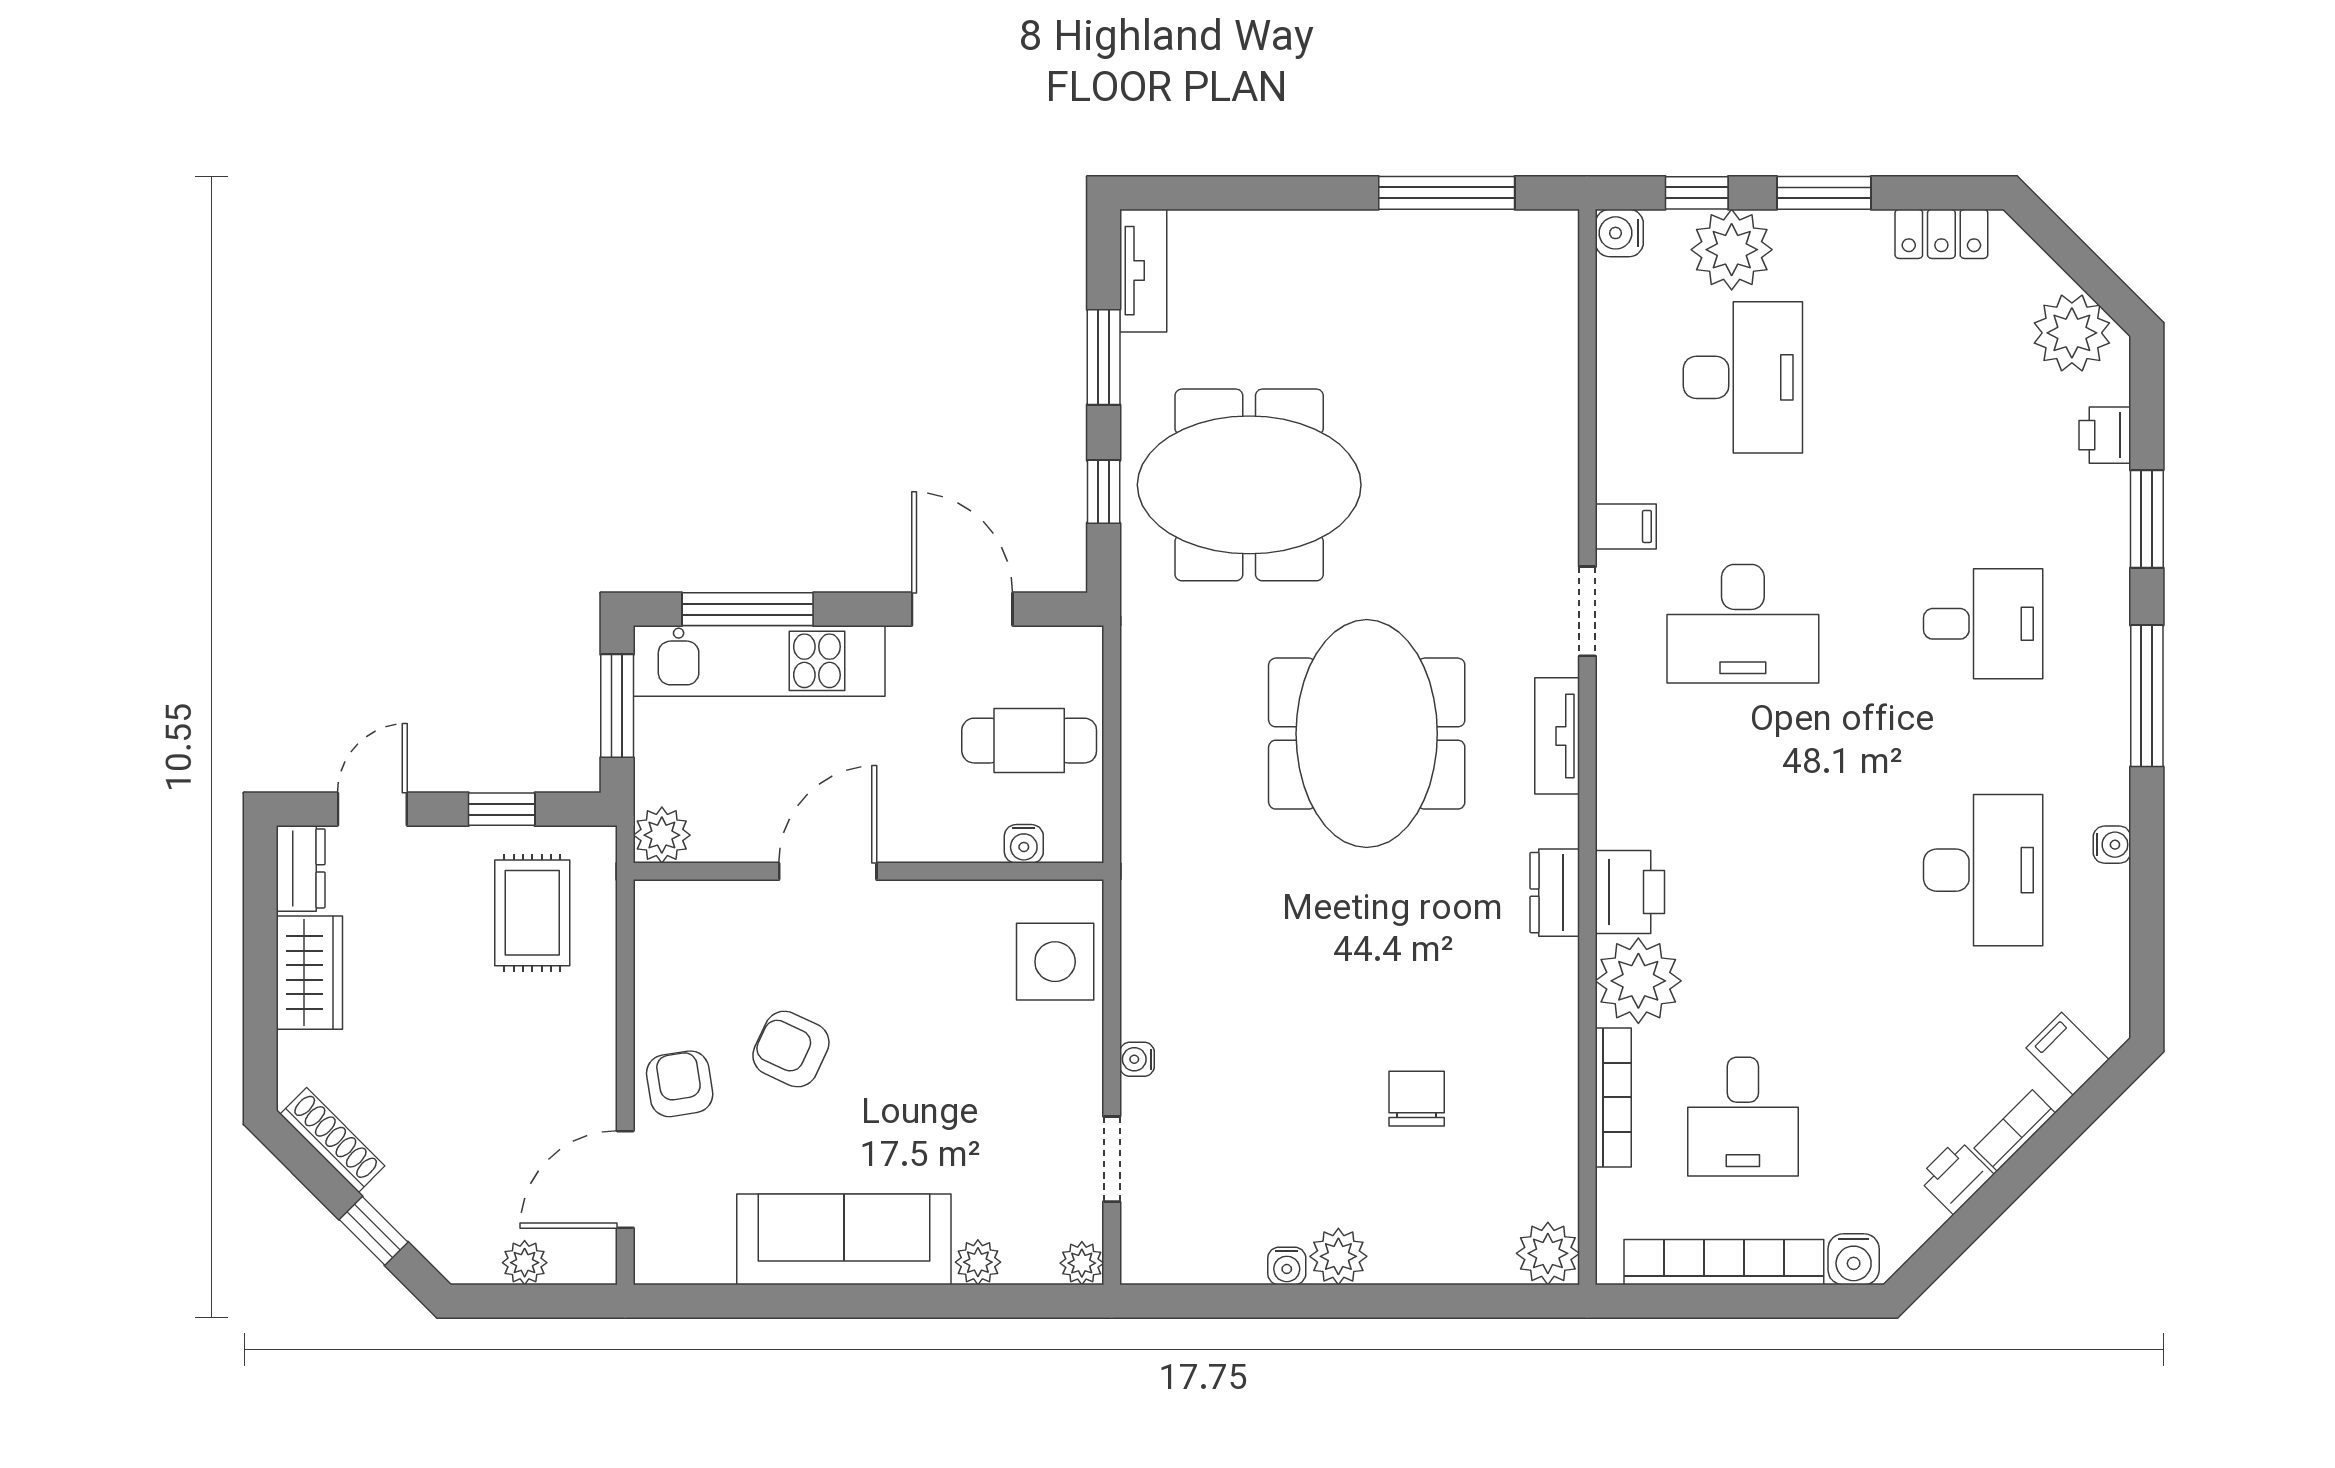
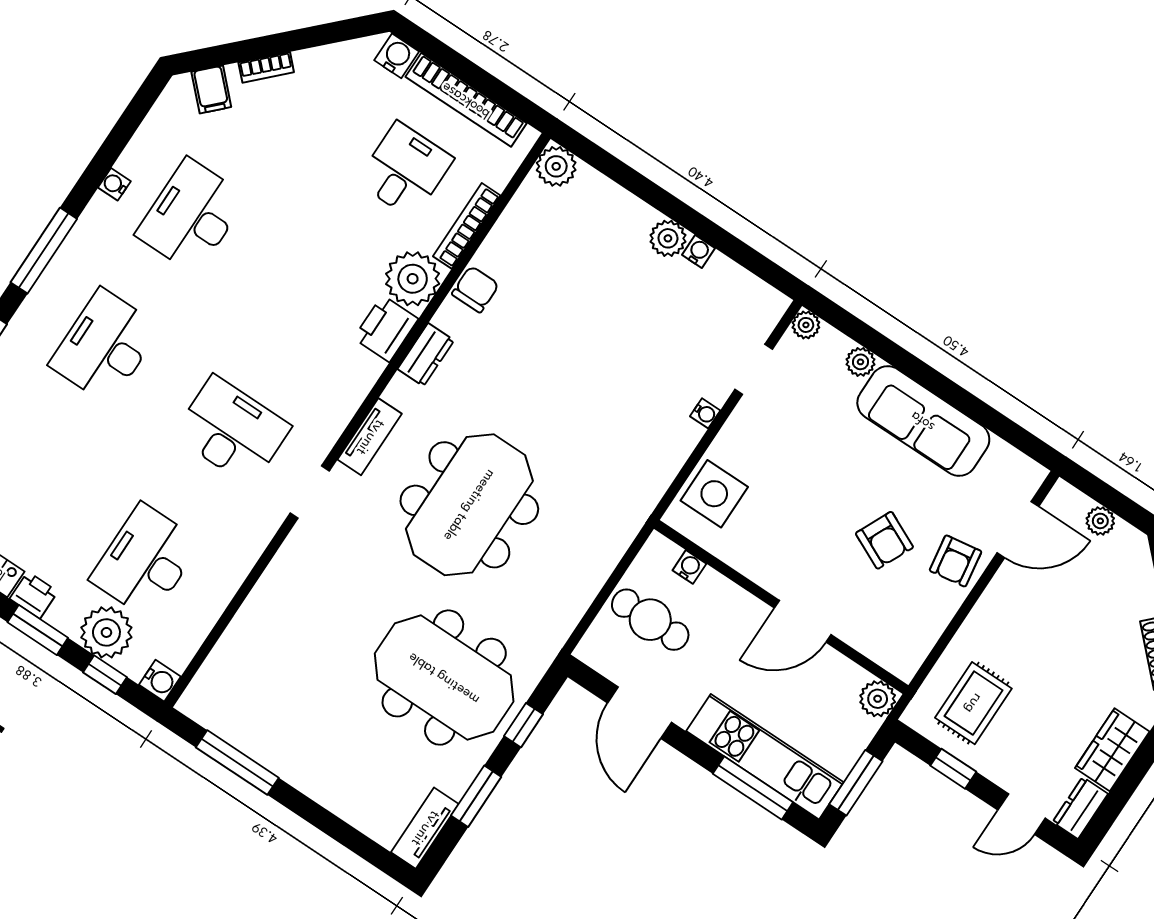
filing cabinet: (1626, 526) -> (260, 523), removed
desk: (1983, 624) -> (105, 346), width x1.37
chair: (1417, 1099) -> (475, 289), moved, turned 180
printer: (1956, 1176) -> (34, 595), moved, turned -135

